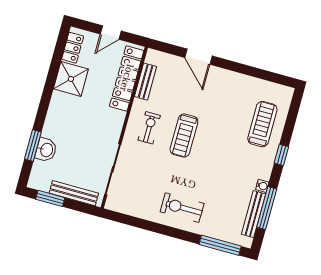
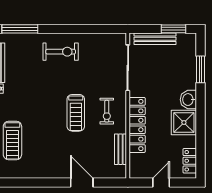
locker: (127, 78) -> (137, 125), moved
shower: (71, 79) -> (184, 123), moved
treadmill: (184, 136) -> (76, 113), turned 180
washbasin: (46, 150) -> (188, 100), moved

